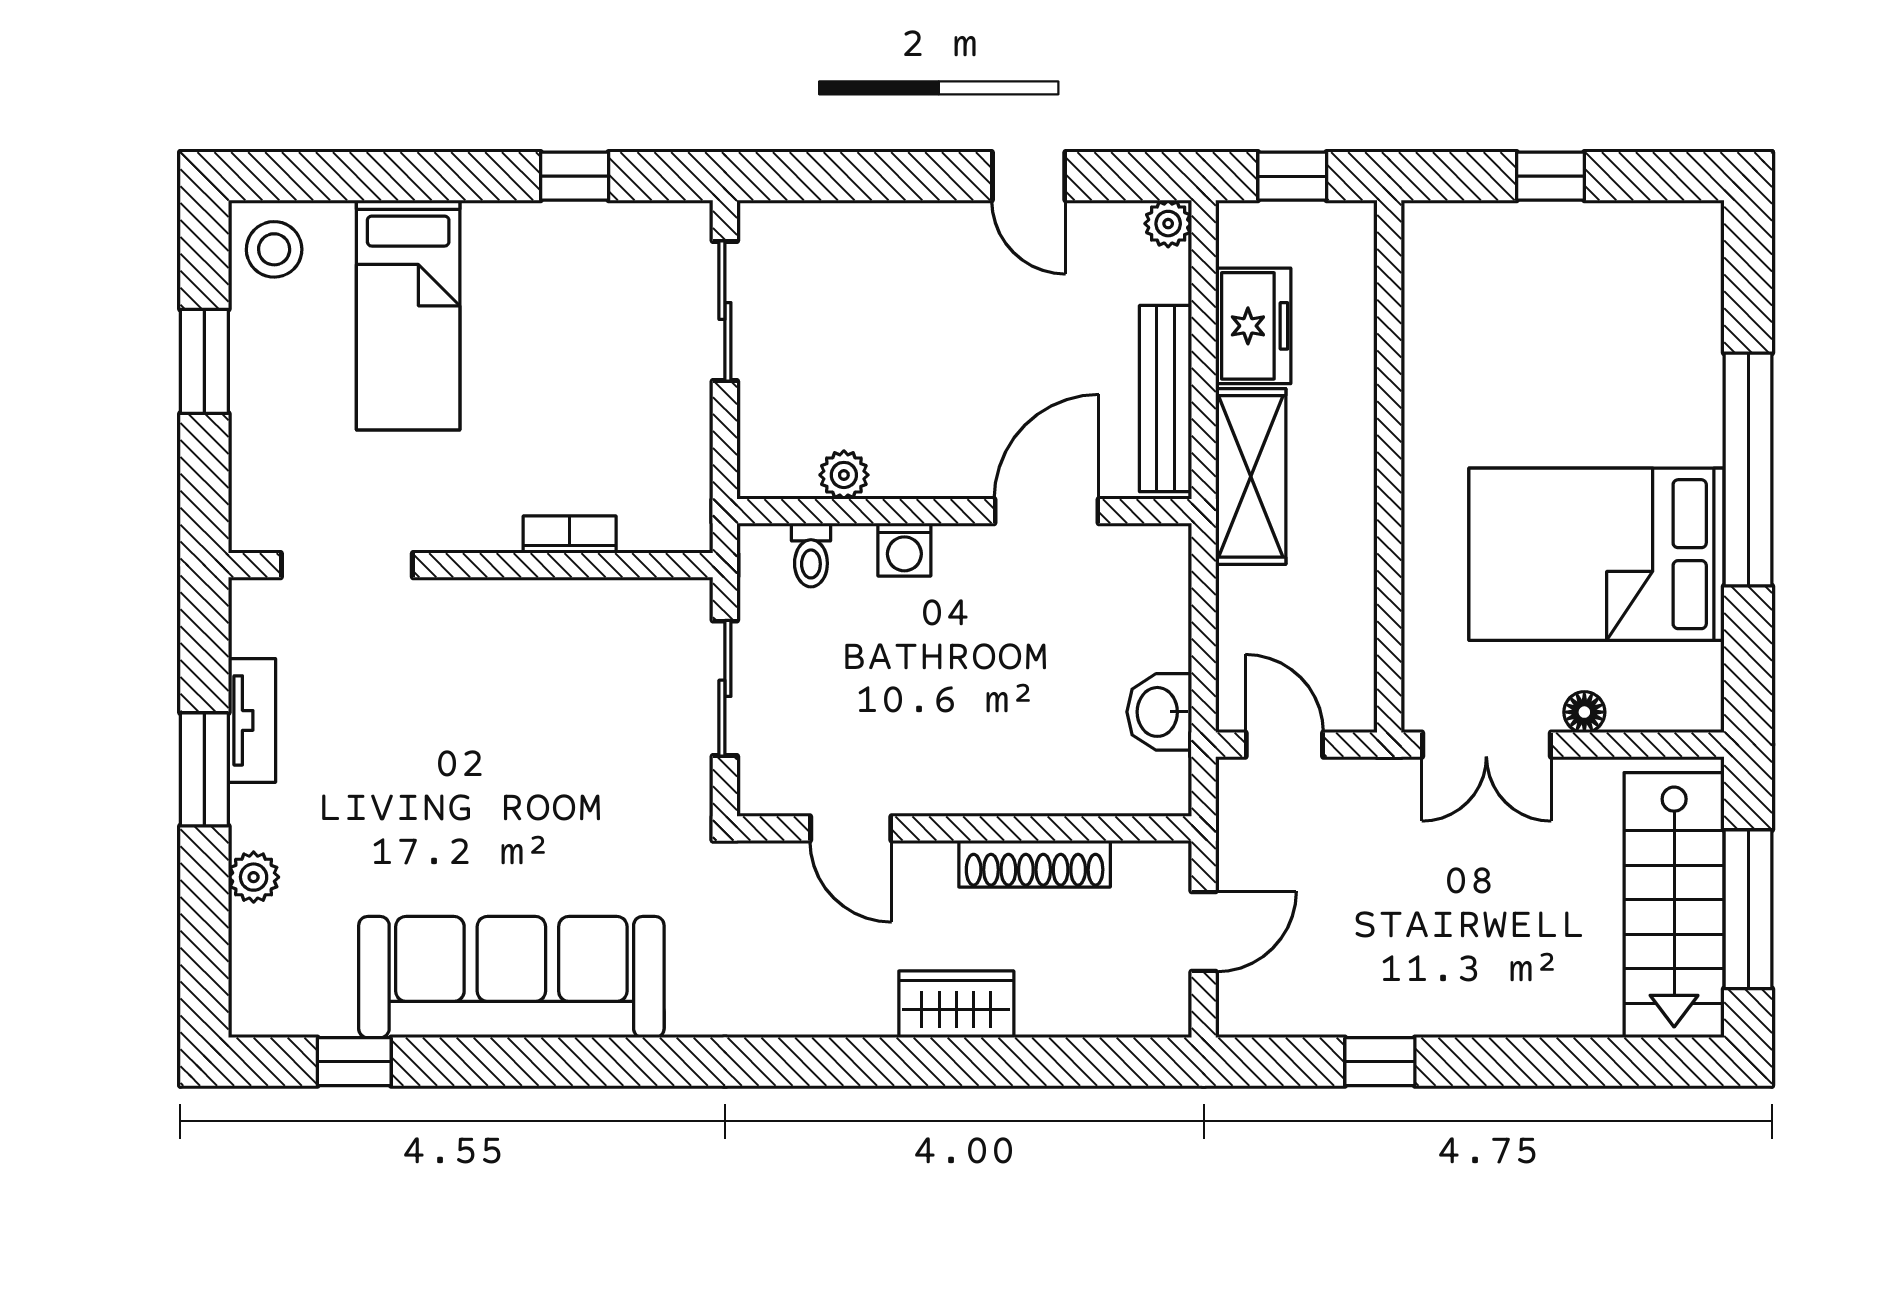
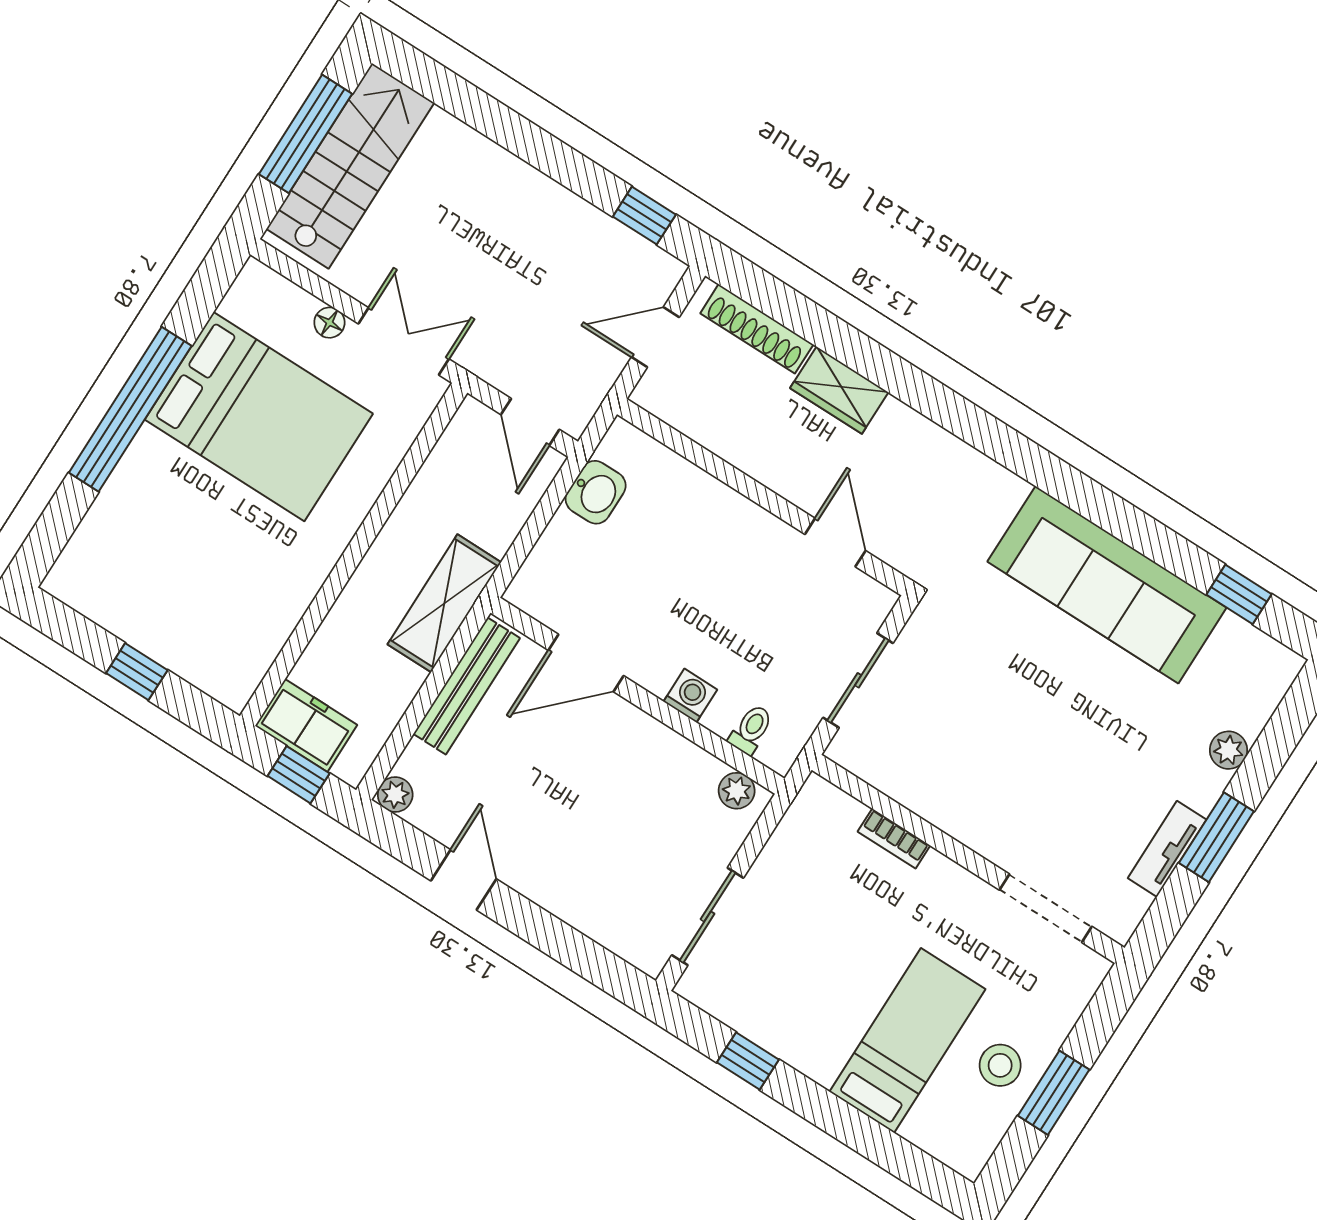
stool: (274, 249) -> (1000, 1065), moved
freezer: (1253, 326) -> (306, 725), moved, turned 90
plant: (844, 475) -> (737, 791), moved
shoe rack: (1035, 864) -> (757, 329), moved, turned 180
window: (1380, 1062) -> (644, 216), moved

